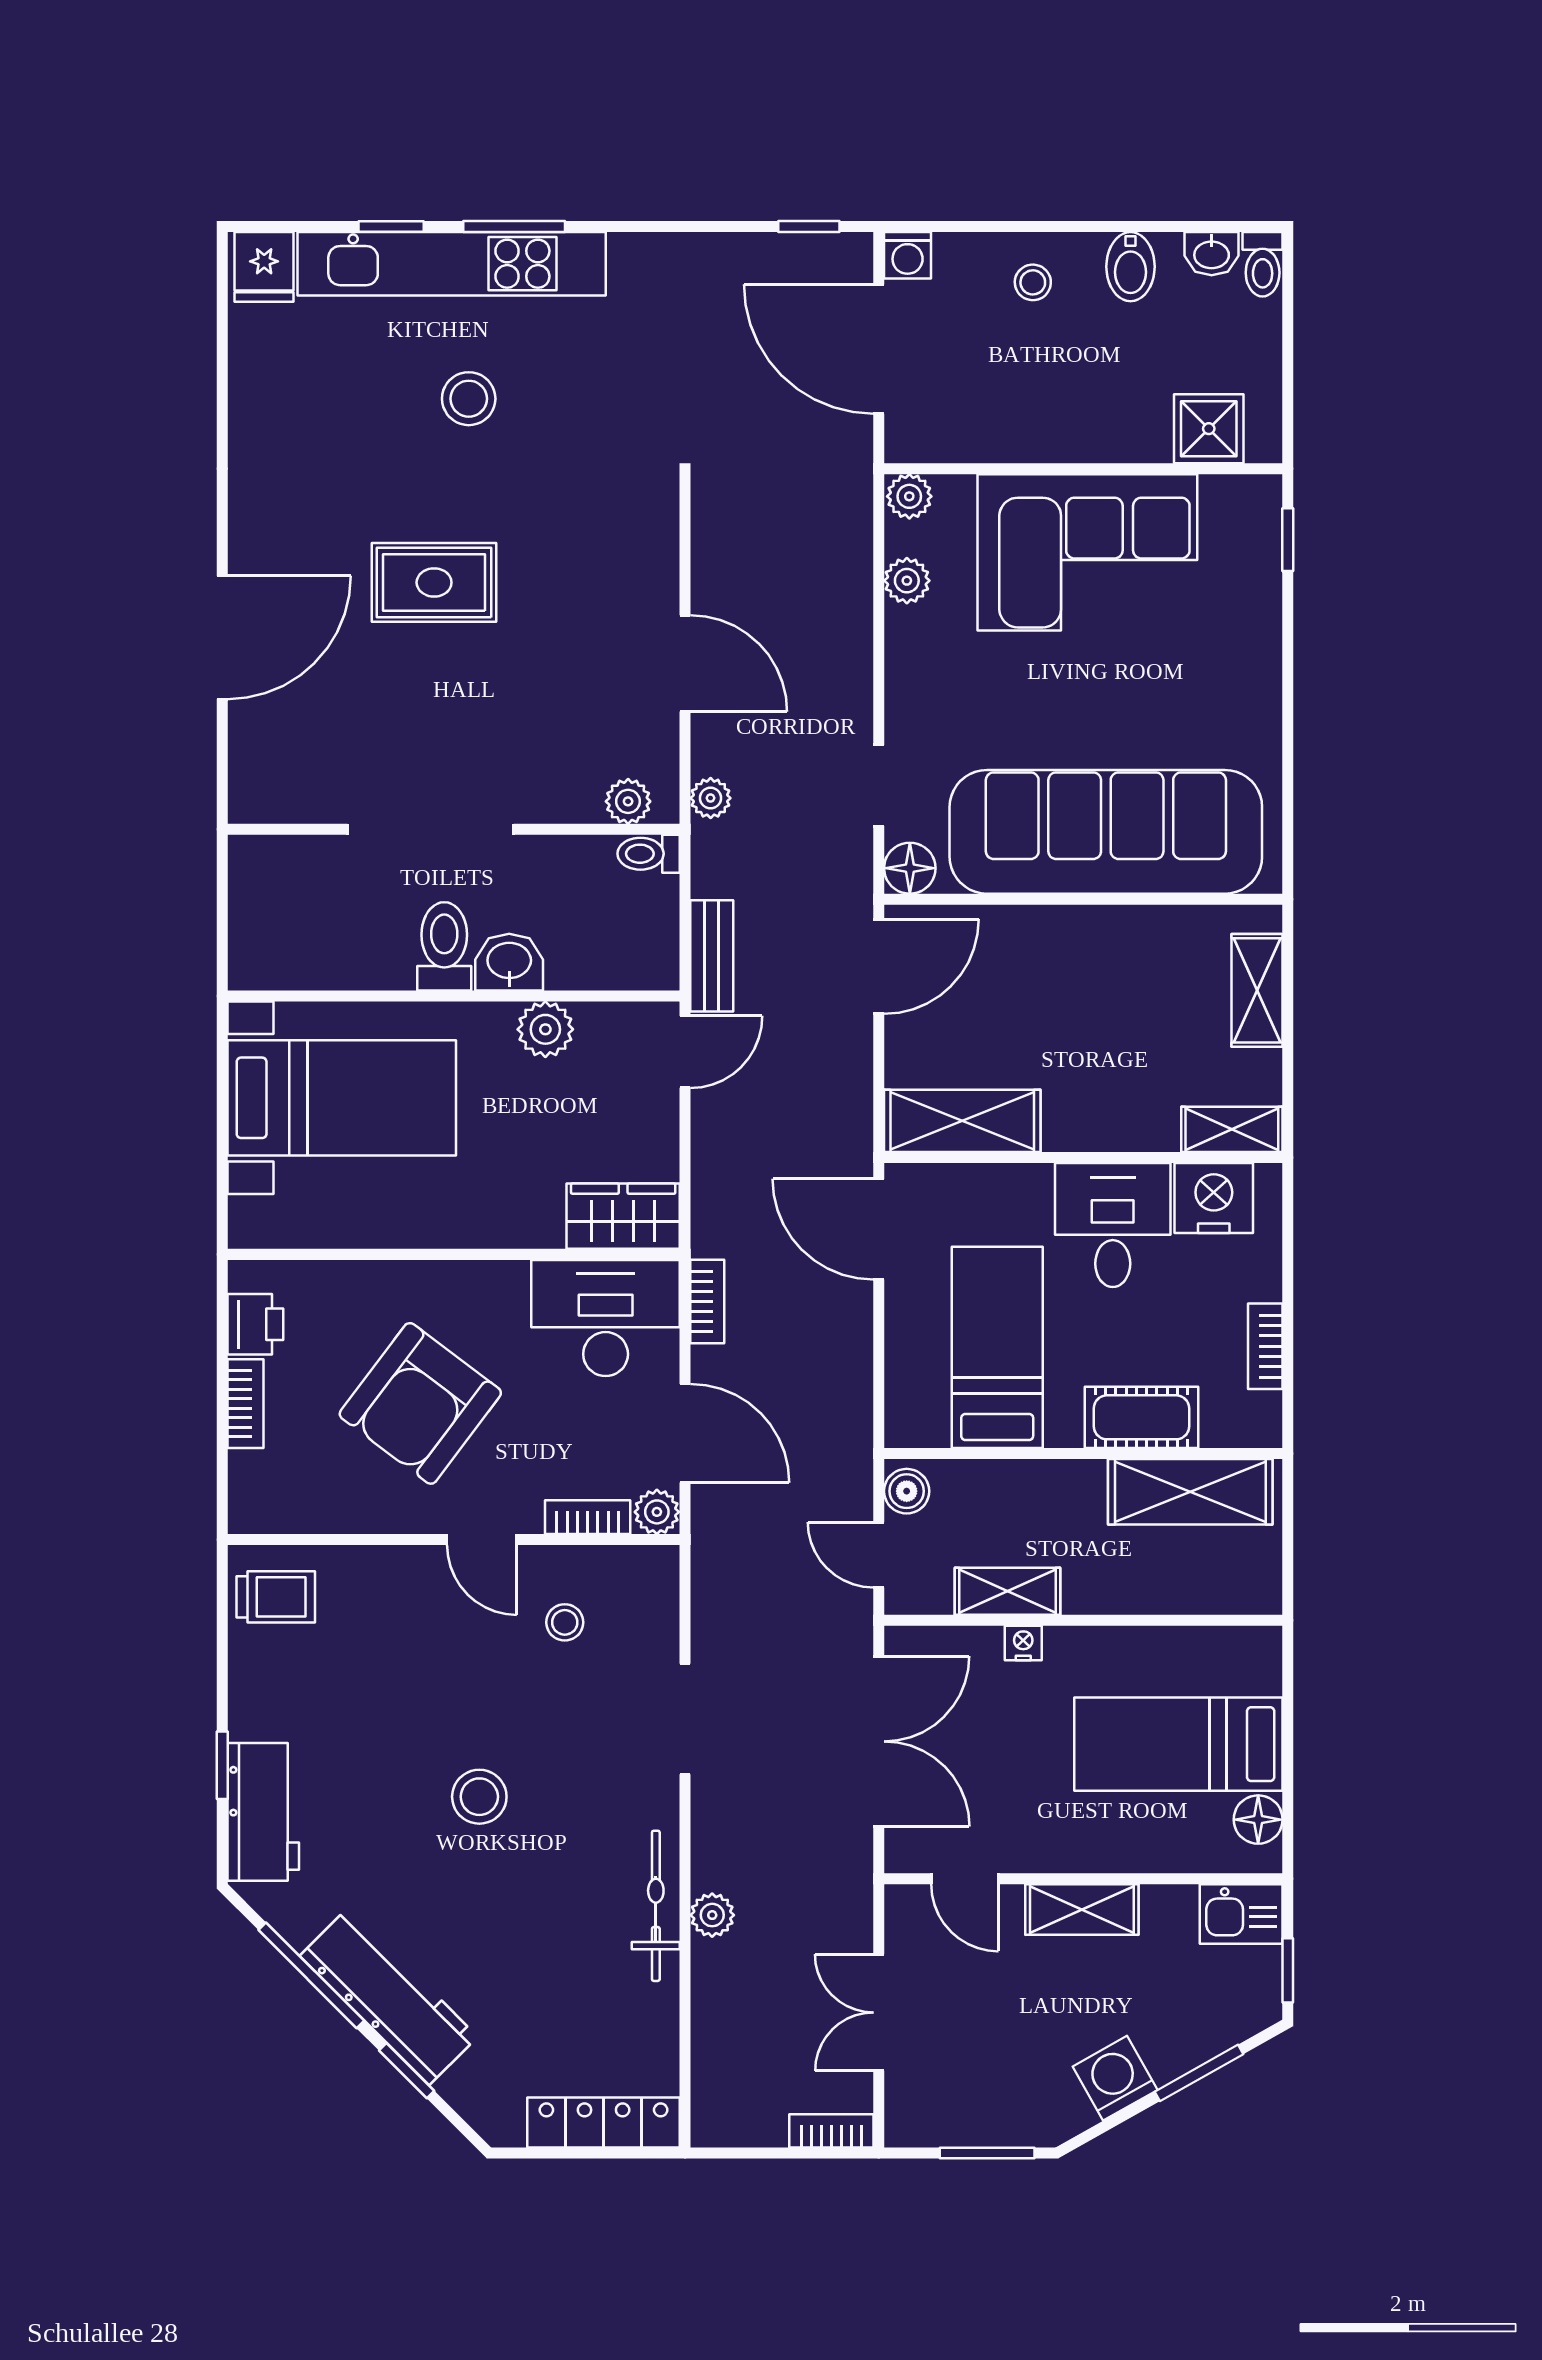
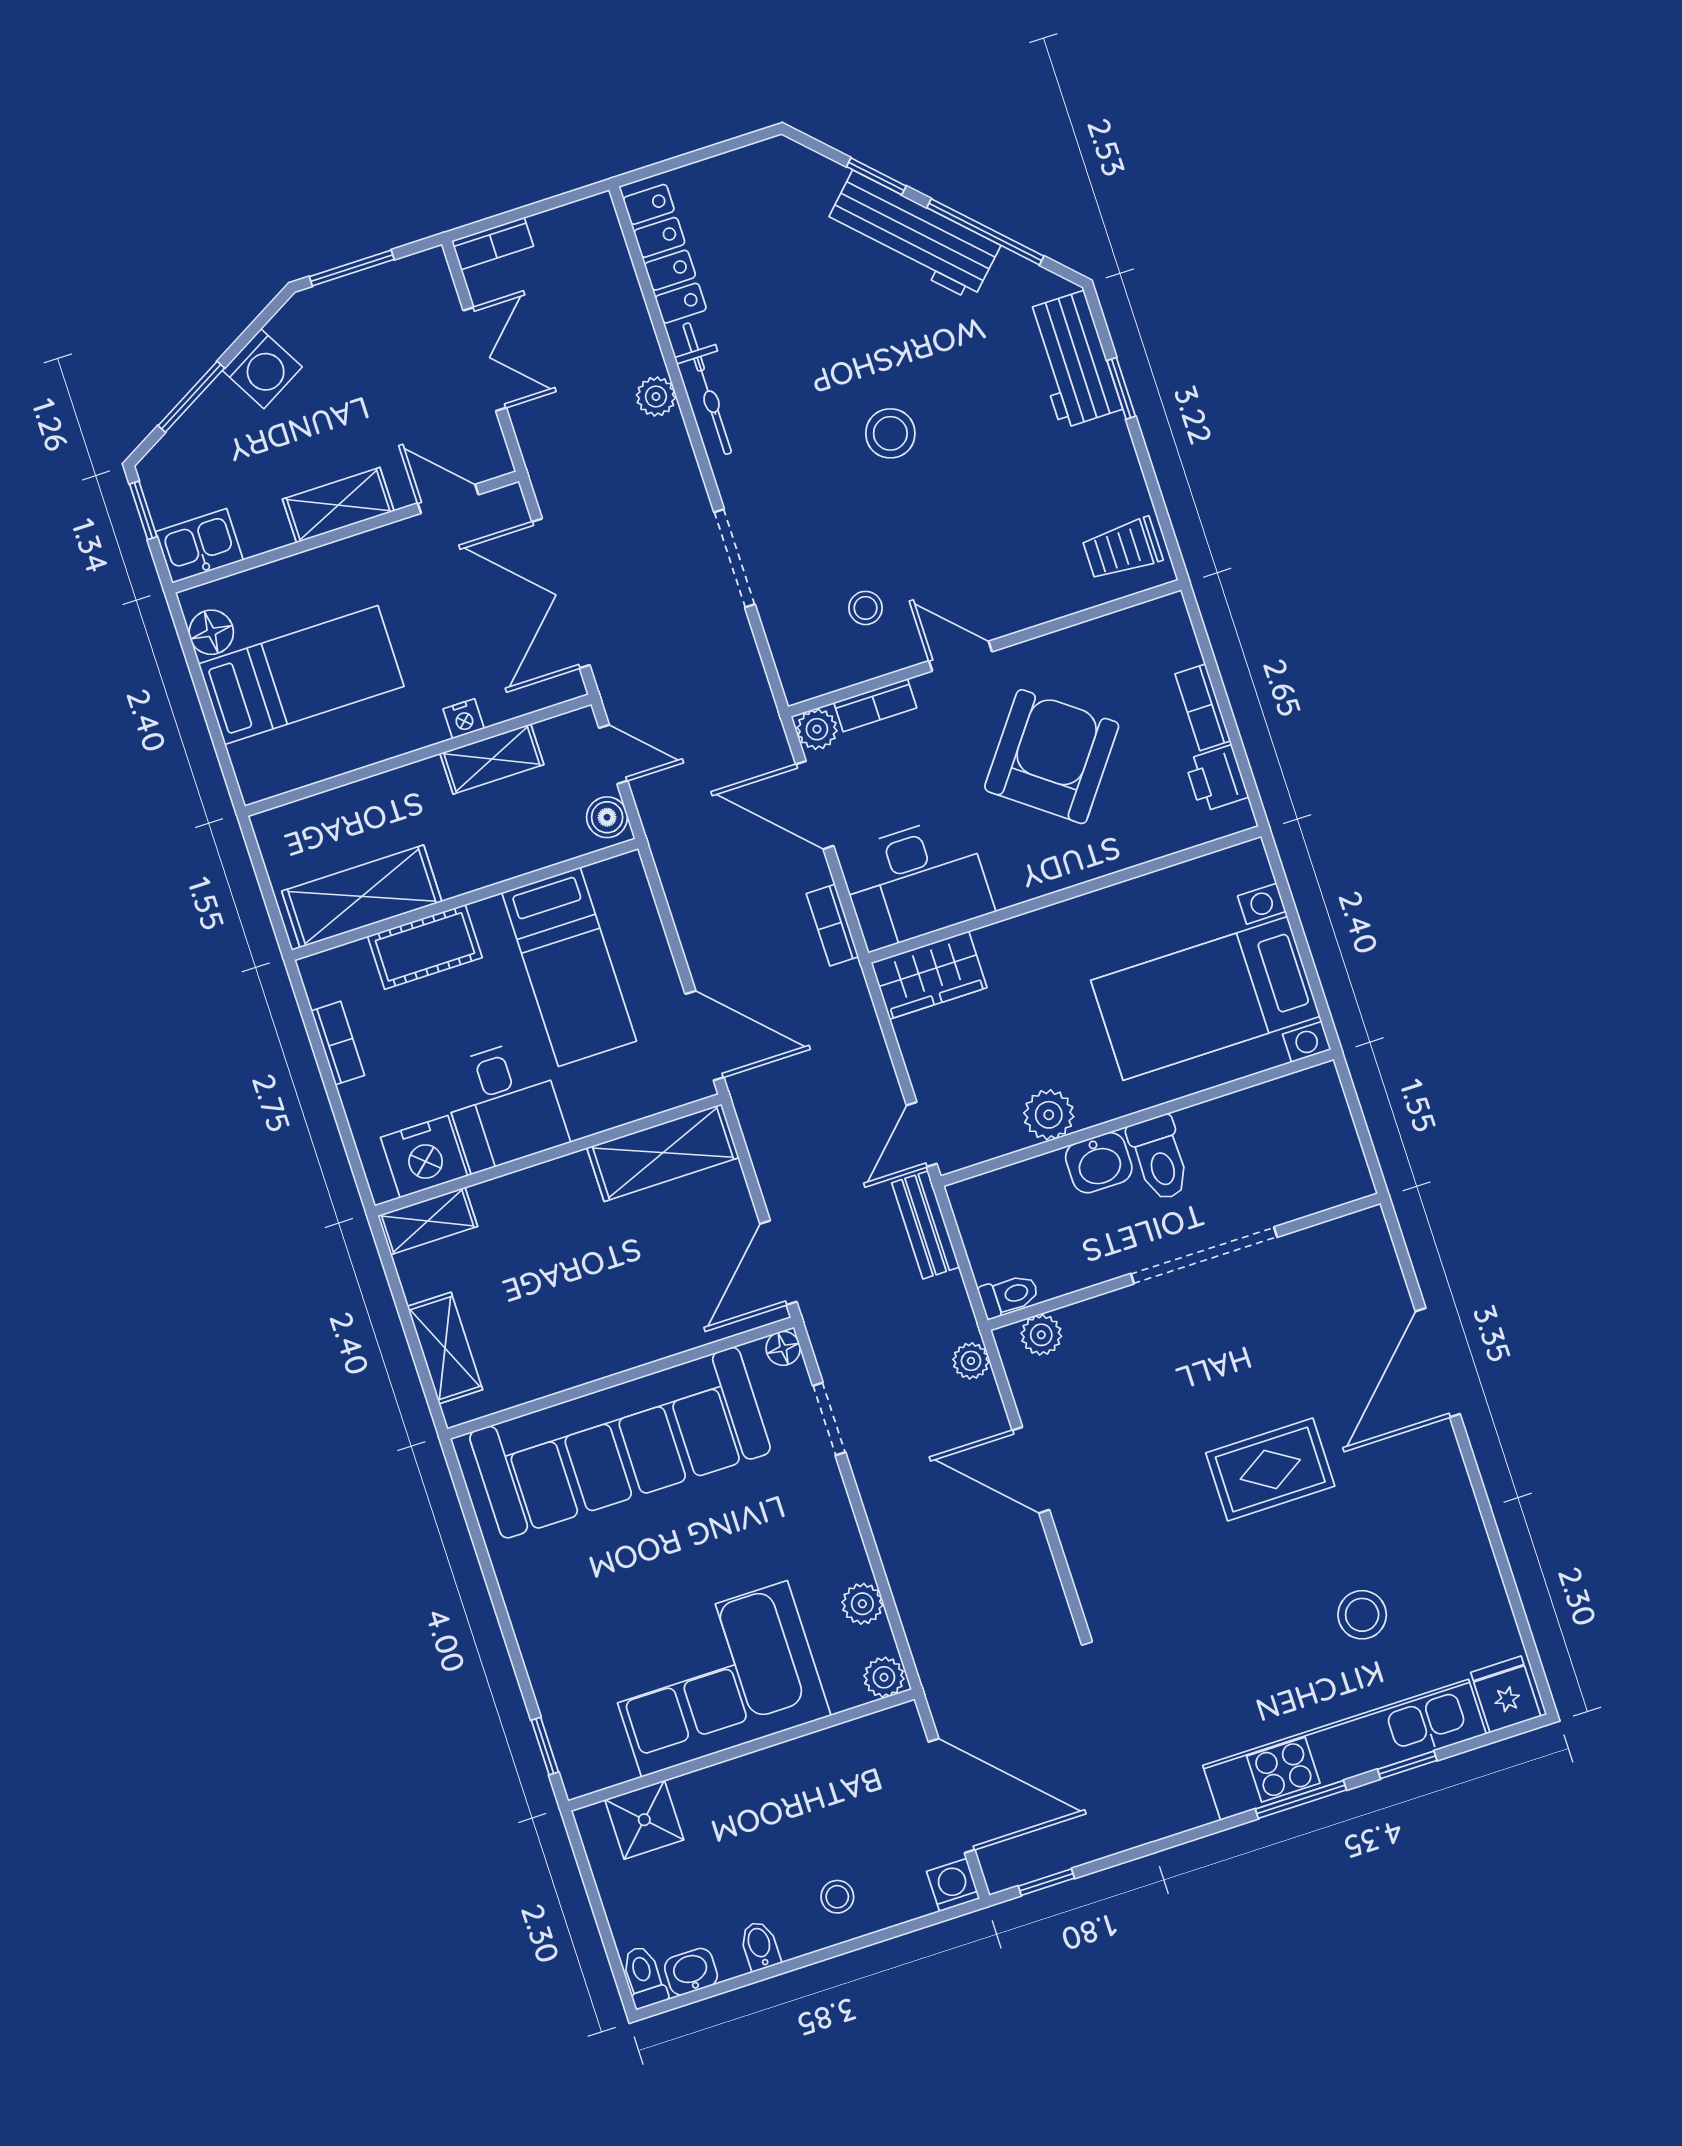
bidet: (1131, 267) -> (760, 1946), width x0.72, depth x0.74
stool: (469, 399) -> (1362, 1615), moved
floor lamp: (910, 868) -> (783, 1348), width x0.73, depth x0.73
locker: (604, 2122) -> (665, 254), moved, turned -90

